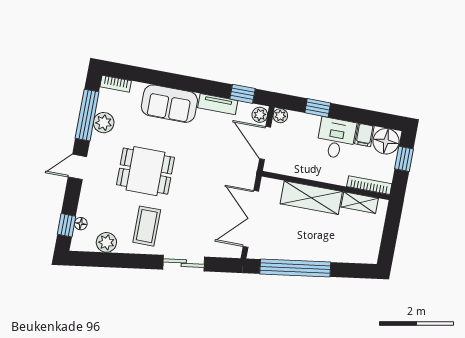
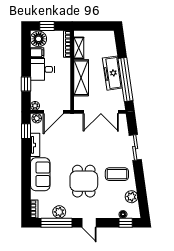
freezer: (309, 249) -> (112, 73), added

